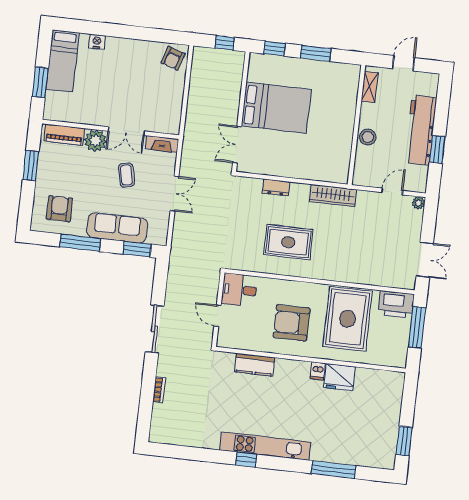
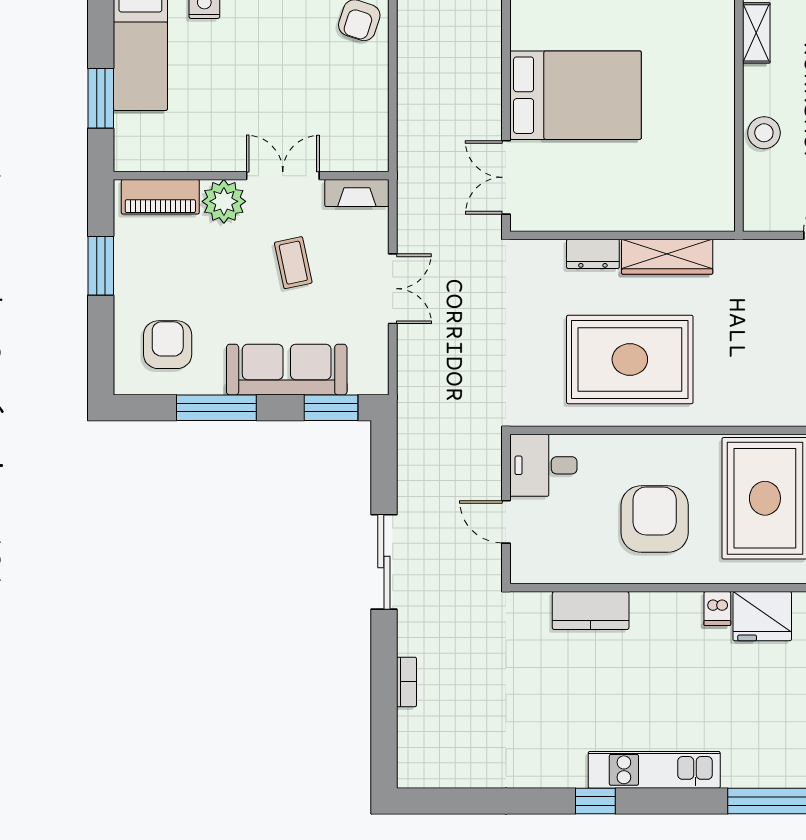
double door: (126, 131) -> (283, 176), swing flipped
wardrobe: (333, 196) -> (667, 257), moved
rug: (288, 242) -> (630, 359), width x1.37, depth x1.44
armchair: (292, 323) -> (655, 519), turned 90
kitchen unit: (265, 446) -> (654, 770), width x0.73

